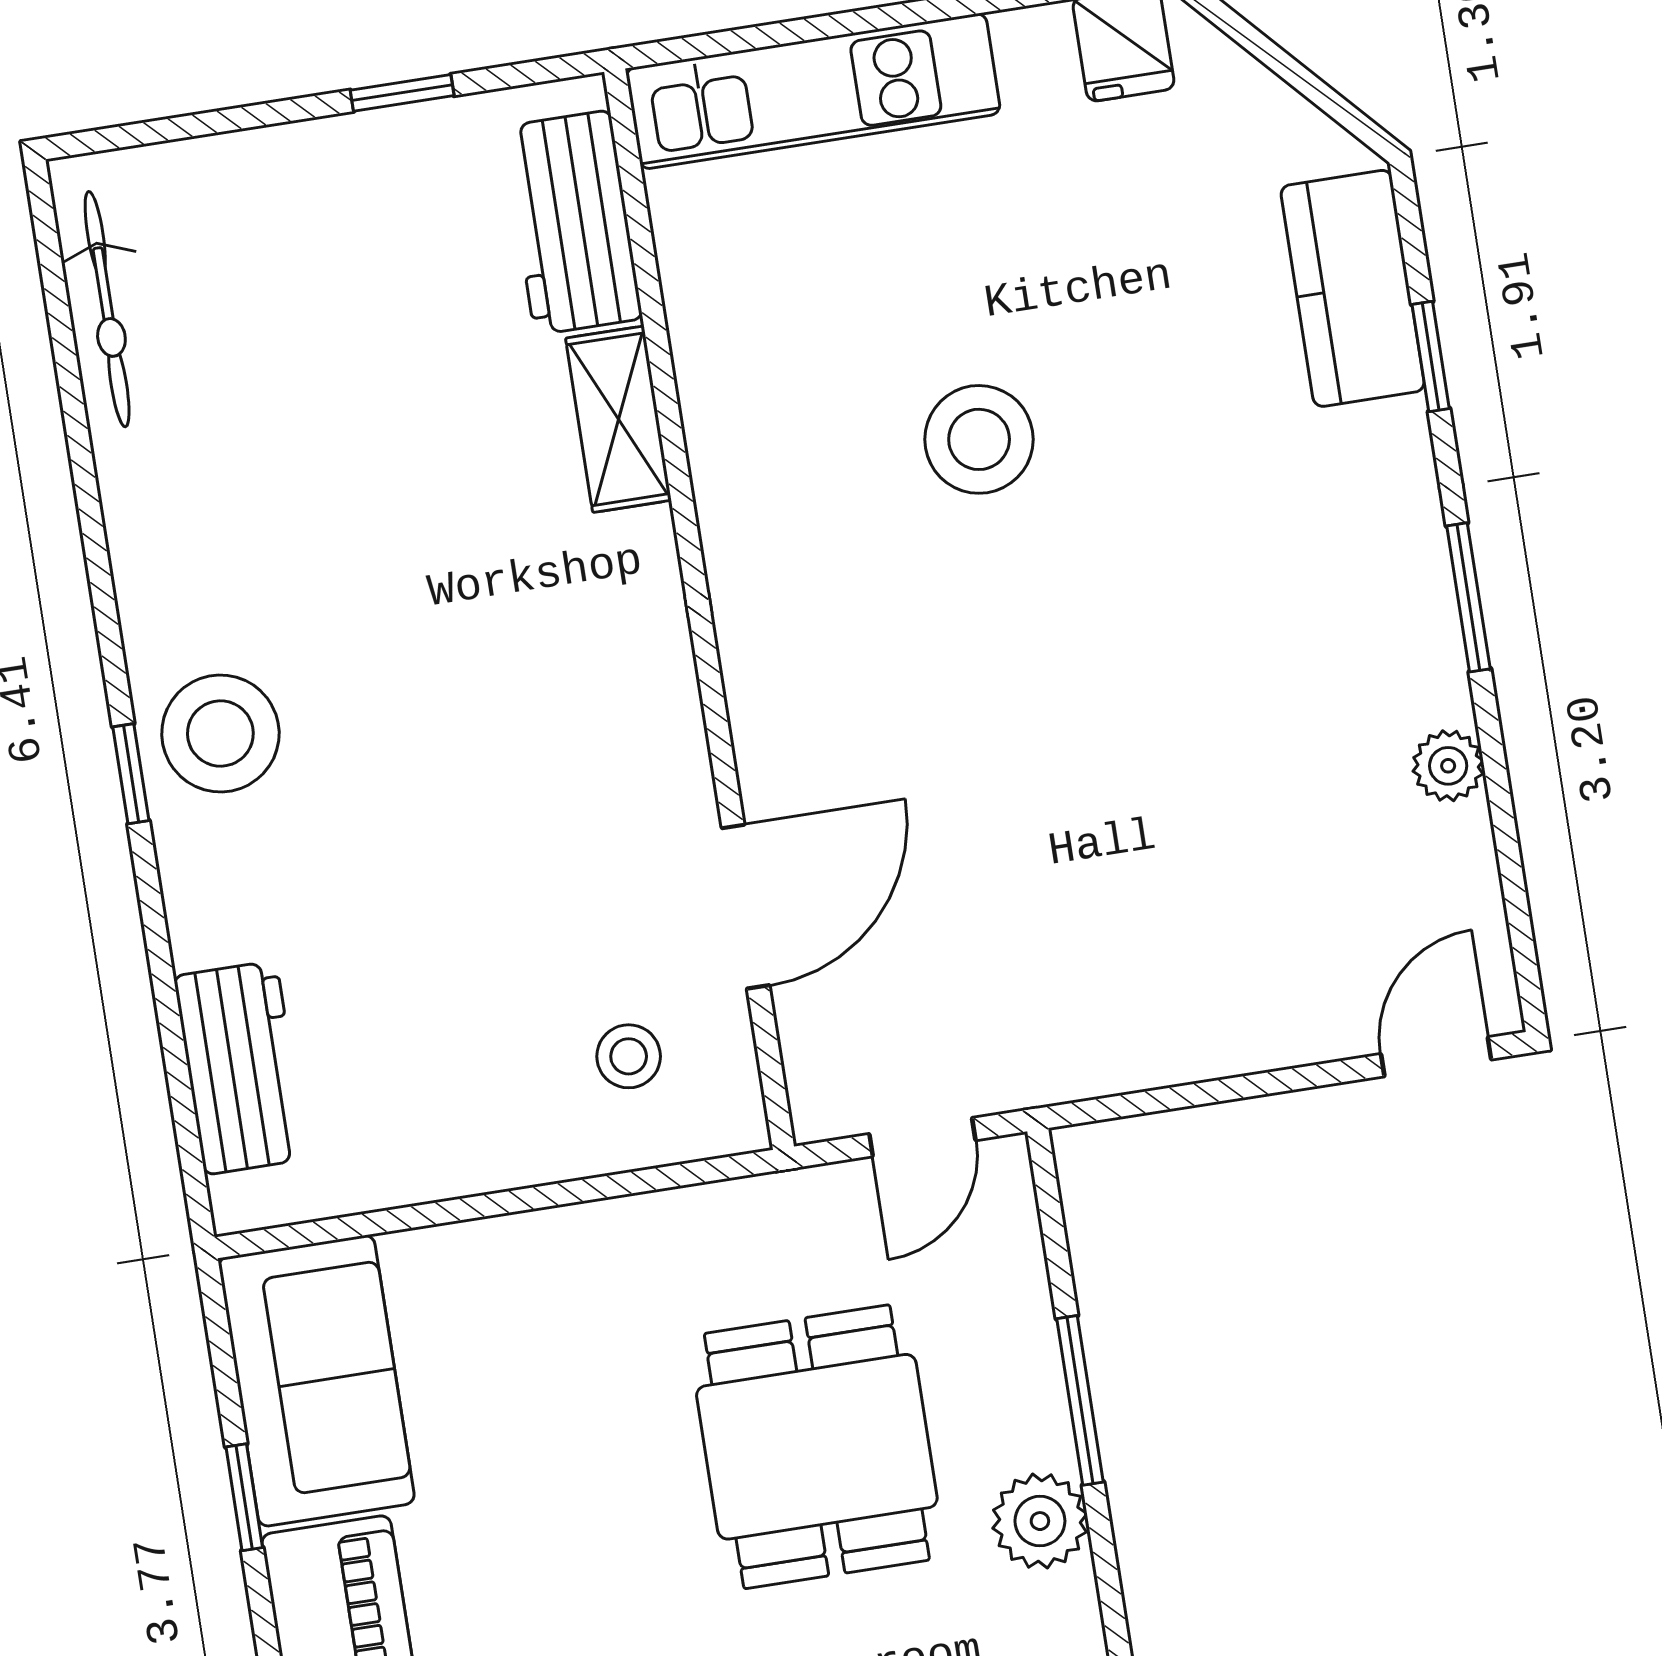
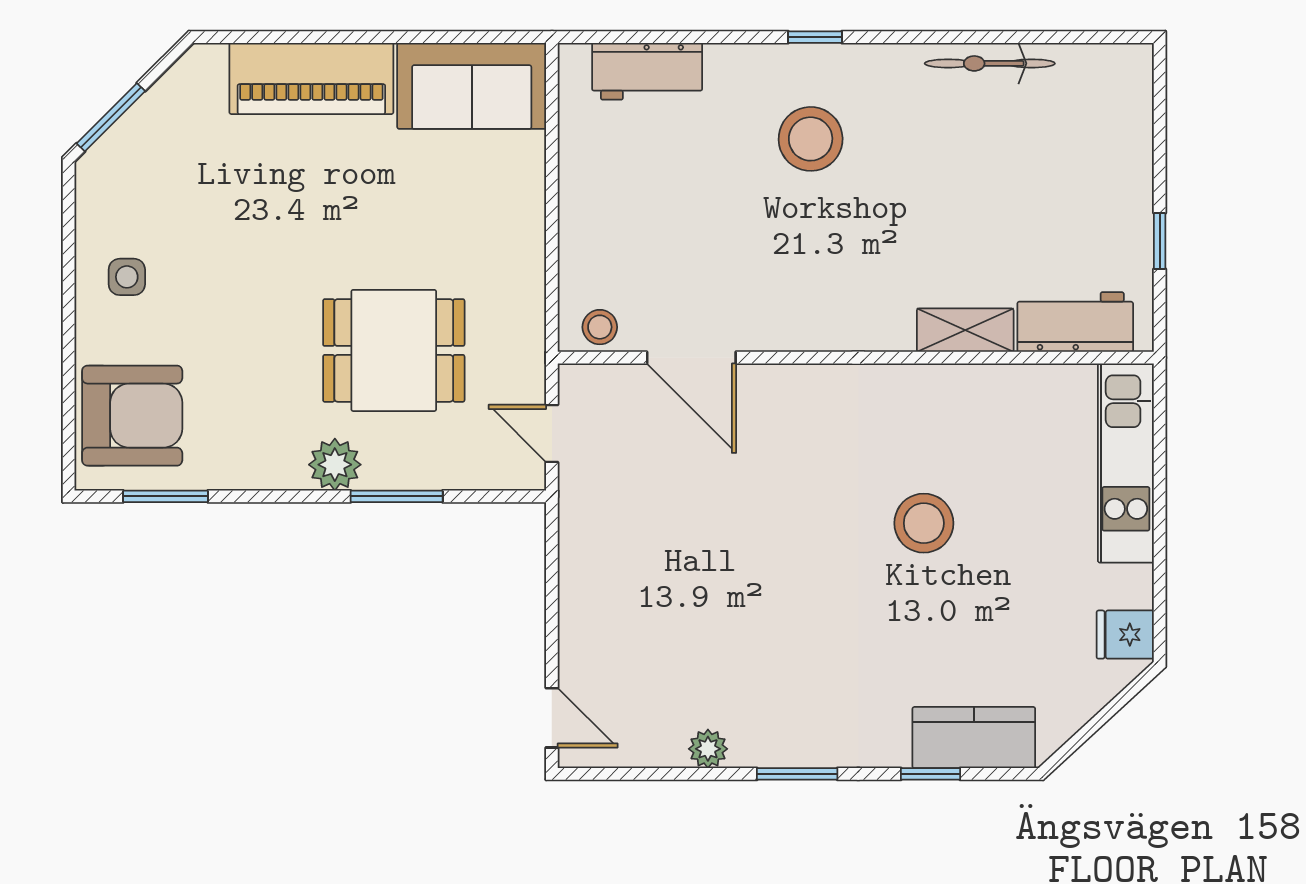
bicycle: (107, 309) -> (990, 63), moved
stool: (220, 733) -> (811, 139), moved
stool: (629, 1056) -> (600, 327), moved
window: (244, 1497) -> (415, 37), removed

